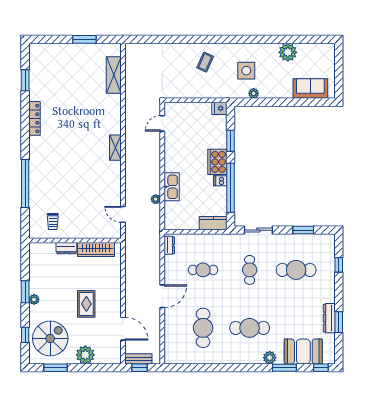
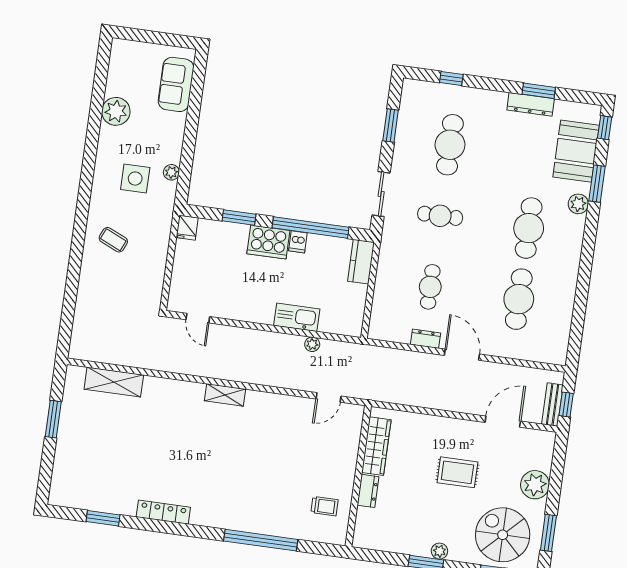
dresser: (169, 245) -> (426, 339), moved
cafe table: (203, 328) -> (519, 299), turned 90

